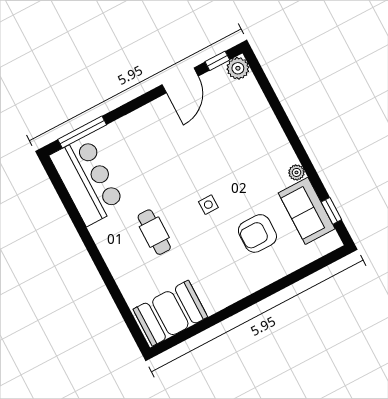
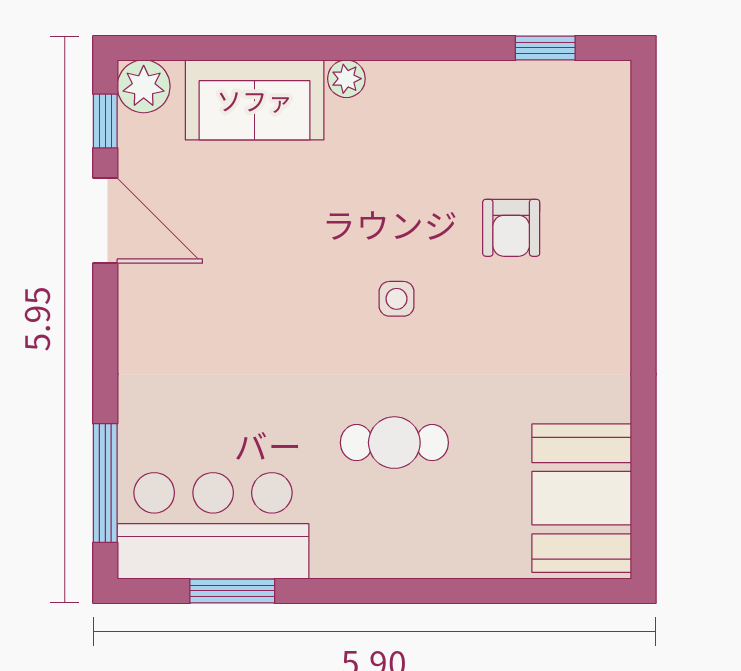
plant: (296, 172) -> (346, 79), moved
window: (67, 201) -> (232, 591), added
sofa: (307, 211) -> (255, 100), moved
armchair: (257, 233) -> (511, 228), width x0.72, depth x0.72

